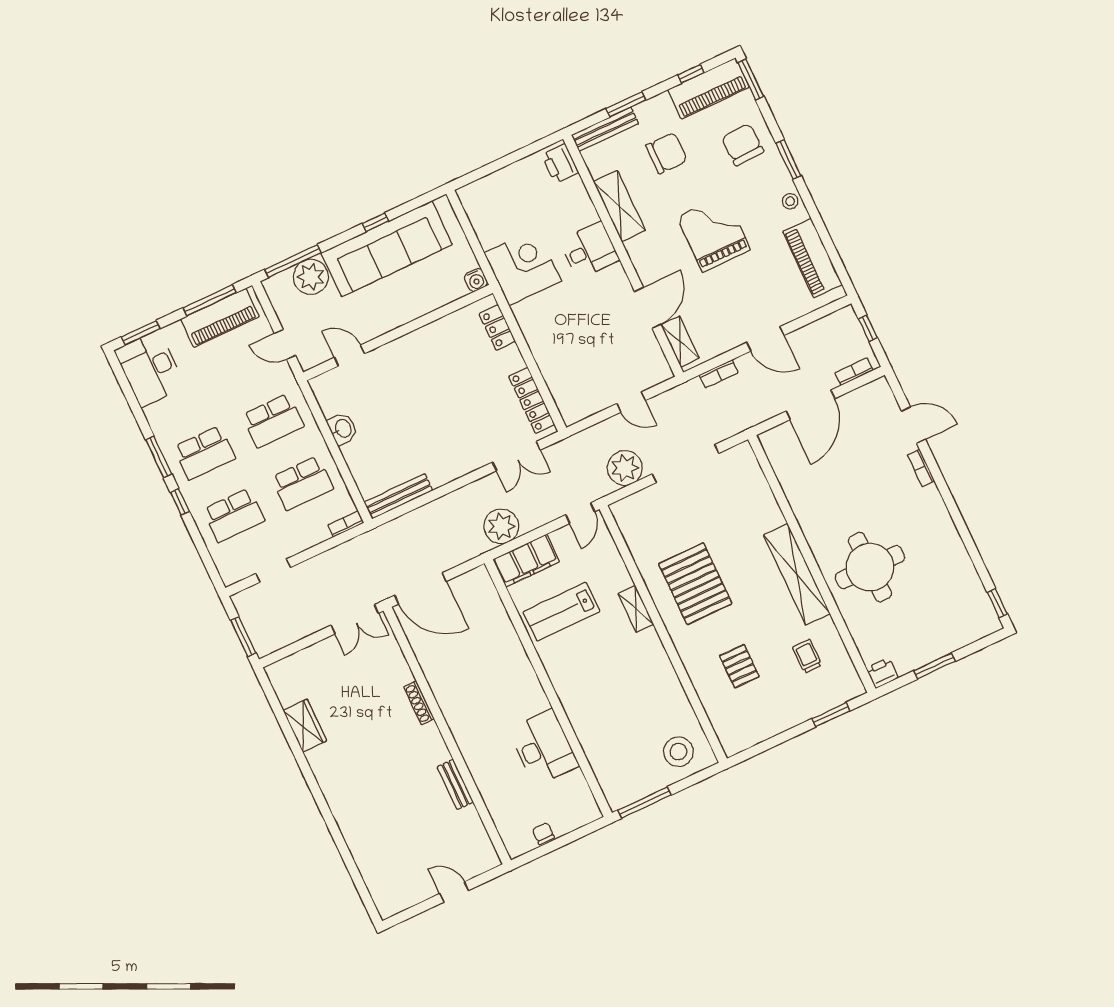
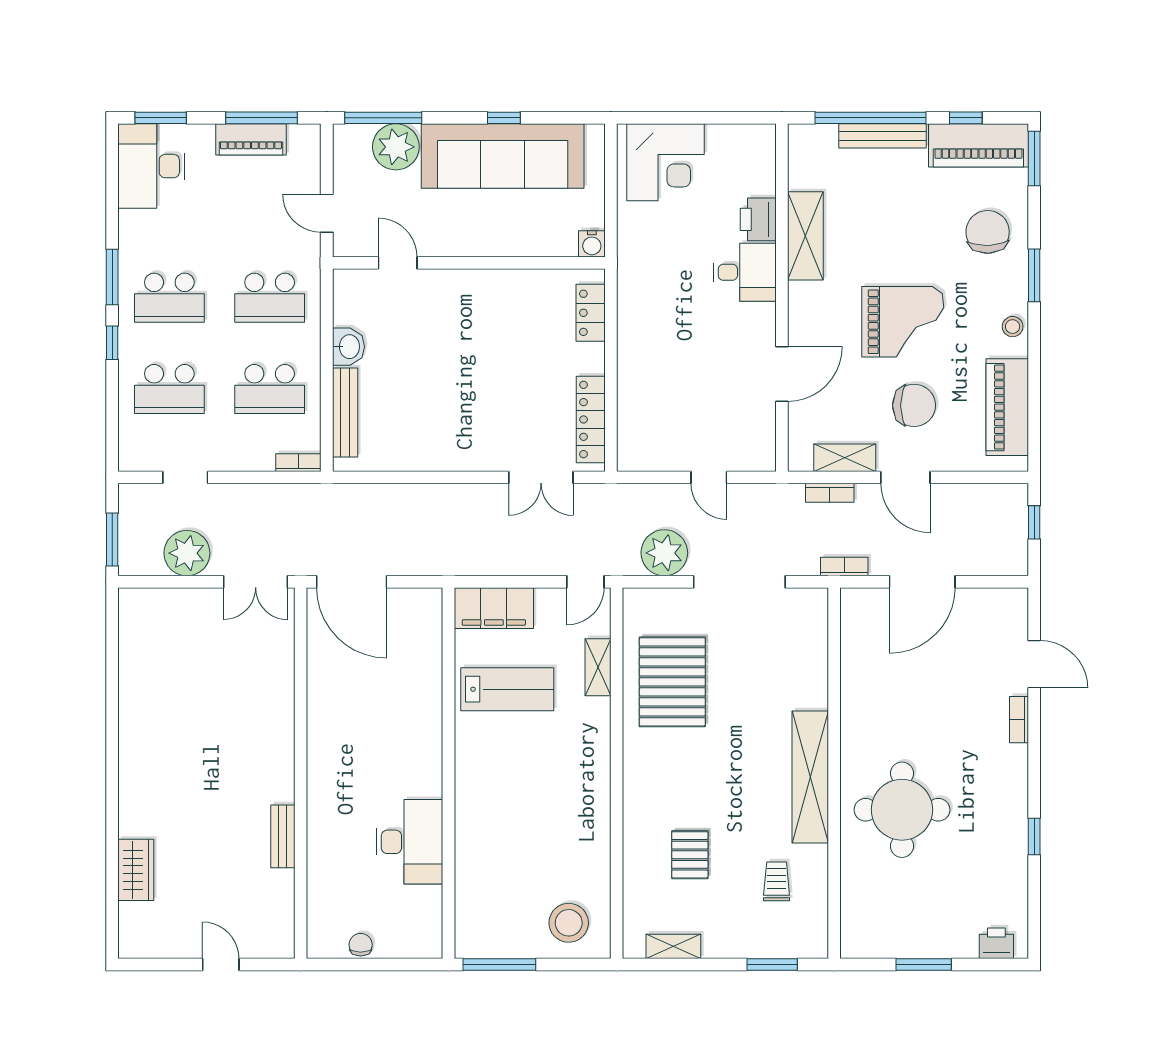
window: (626, 104) -> (870, 118), width x2.11
bench: (605, 129) -> (882, 136), moved
chair: (667, 153) -> (914, 405), moved
printer: (560, 164) -> (758, 219), moved
grand piano: (714, 233) -> (903, 322), turned 90
corner desk: (523, 267) -> (666, 162), moved, turned 90
piano: (220, 318) -> (251, 139), width x0.73, depth x0.75
shelving: (680, 341) -> (845, 458), moved, turned 90
bookcase: (854, 372) -> (844, 567), moved
bench: (398, 496) -> (345, 412), moved, turned 90
plant: (501, 526) -> (187, 553), moved
pallet: (695, 584) -> (672, 682), moved
window: (997, 603) -> (1034, 837), moved
shelving: (636, 609) -> (598, 667), moved
lab bench: (561, 612) -> (507, 689), turned 180
printer: (882, 673) -> (996, 943), moved
shoe rack: (419, 703) -> (285, 718), removed
wardrobe: (305, 726) -> (136, 870), moved
shelving: (758, 734) -> (673, 946), added

